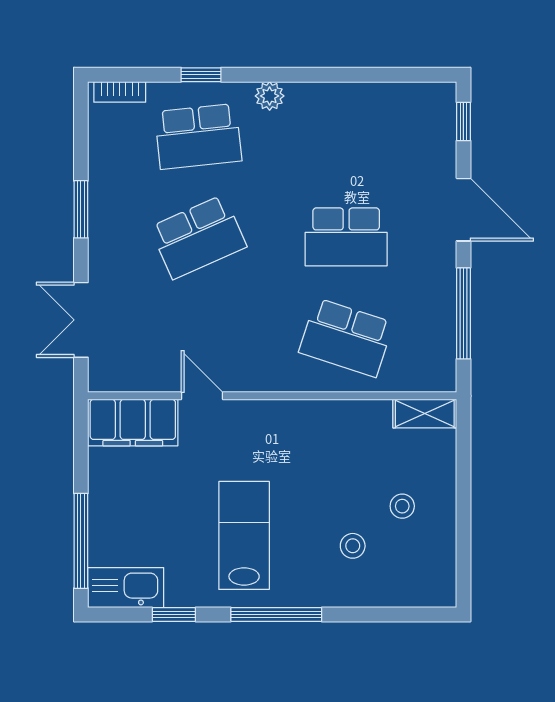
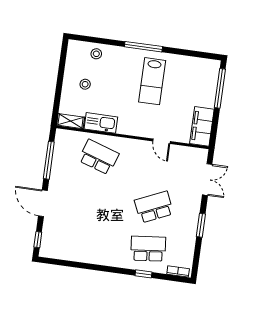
plant: (270, 96) -> (116, 261), removed
school desk: (346, 237) -> (93, 199), removed
filing cabinet: (133, 423) -> (202, 126), moved, turned -90
stool: (353, 546) -> (96, 54), moved
kitchen sink: (126, 588) -> (101, 123), moved, turned 180
window: (174, 614) -> (186, 53), removed

